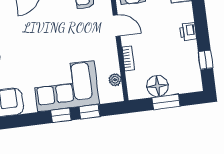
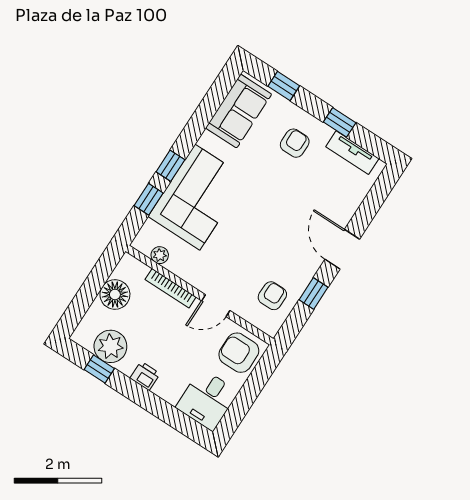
bookcase: (128, 58) -> (171, 288), width x1.56
plant: (188, 64) -> (110, 346), added
window: (166, 102) -> (90, 289), removed

